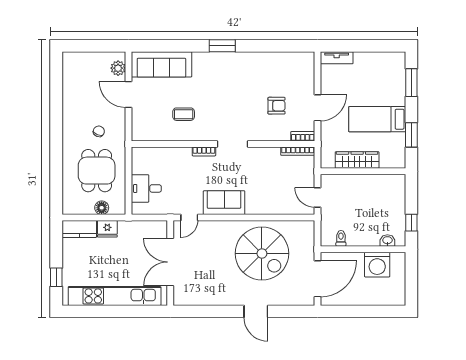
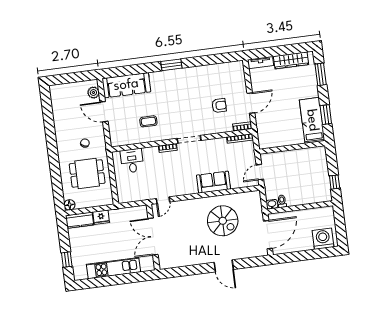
bed: (377, 119) -> (312, 120), moved, turned 90
wardrobe: (357, 160) -> (291, 60), moved, turned 180
dining table: (97, 171) -> (87, 173), turned 90
desk: (146, 188) -> (132, 161), moved, turned 90
door: (318, 197) -> (260, 172), hinge flipped
sofa: (224, 203) -> (214, 182), moved
floor lamp: (102, 208) -> (69, 205), moved
washbasin: (387, 241) -> (272, 204), moved
spiral stairs: (262, 254) -> (223, 221), width x0.73, depth x0.73
washing machine: (377, 265) -> (323, 239), moved, turned 180
kitchen unit: (115, 296) -> (113, 268), width x0.73

